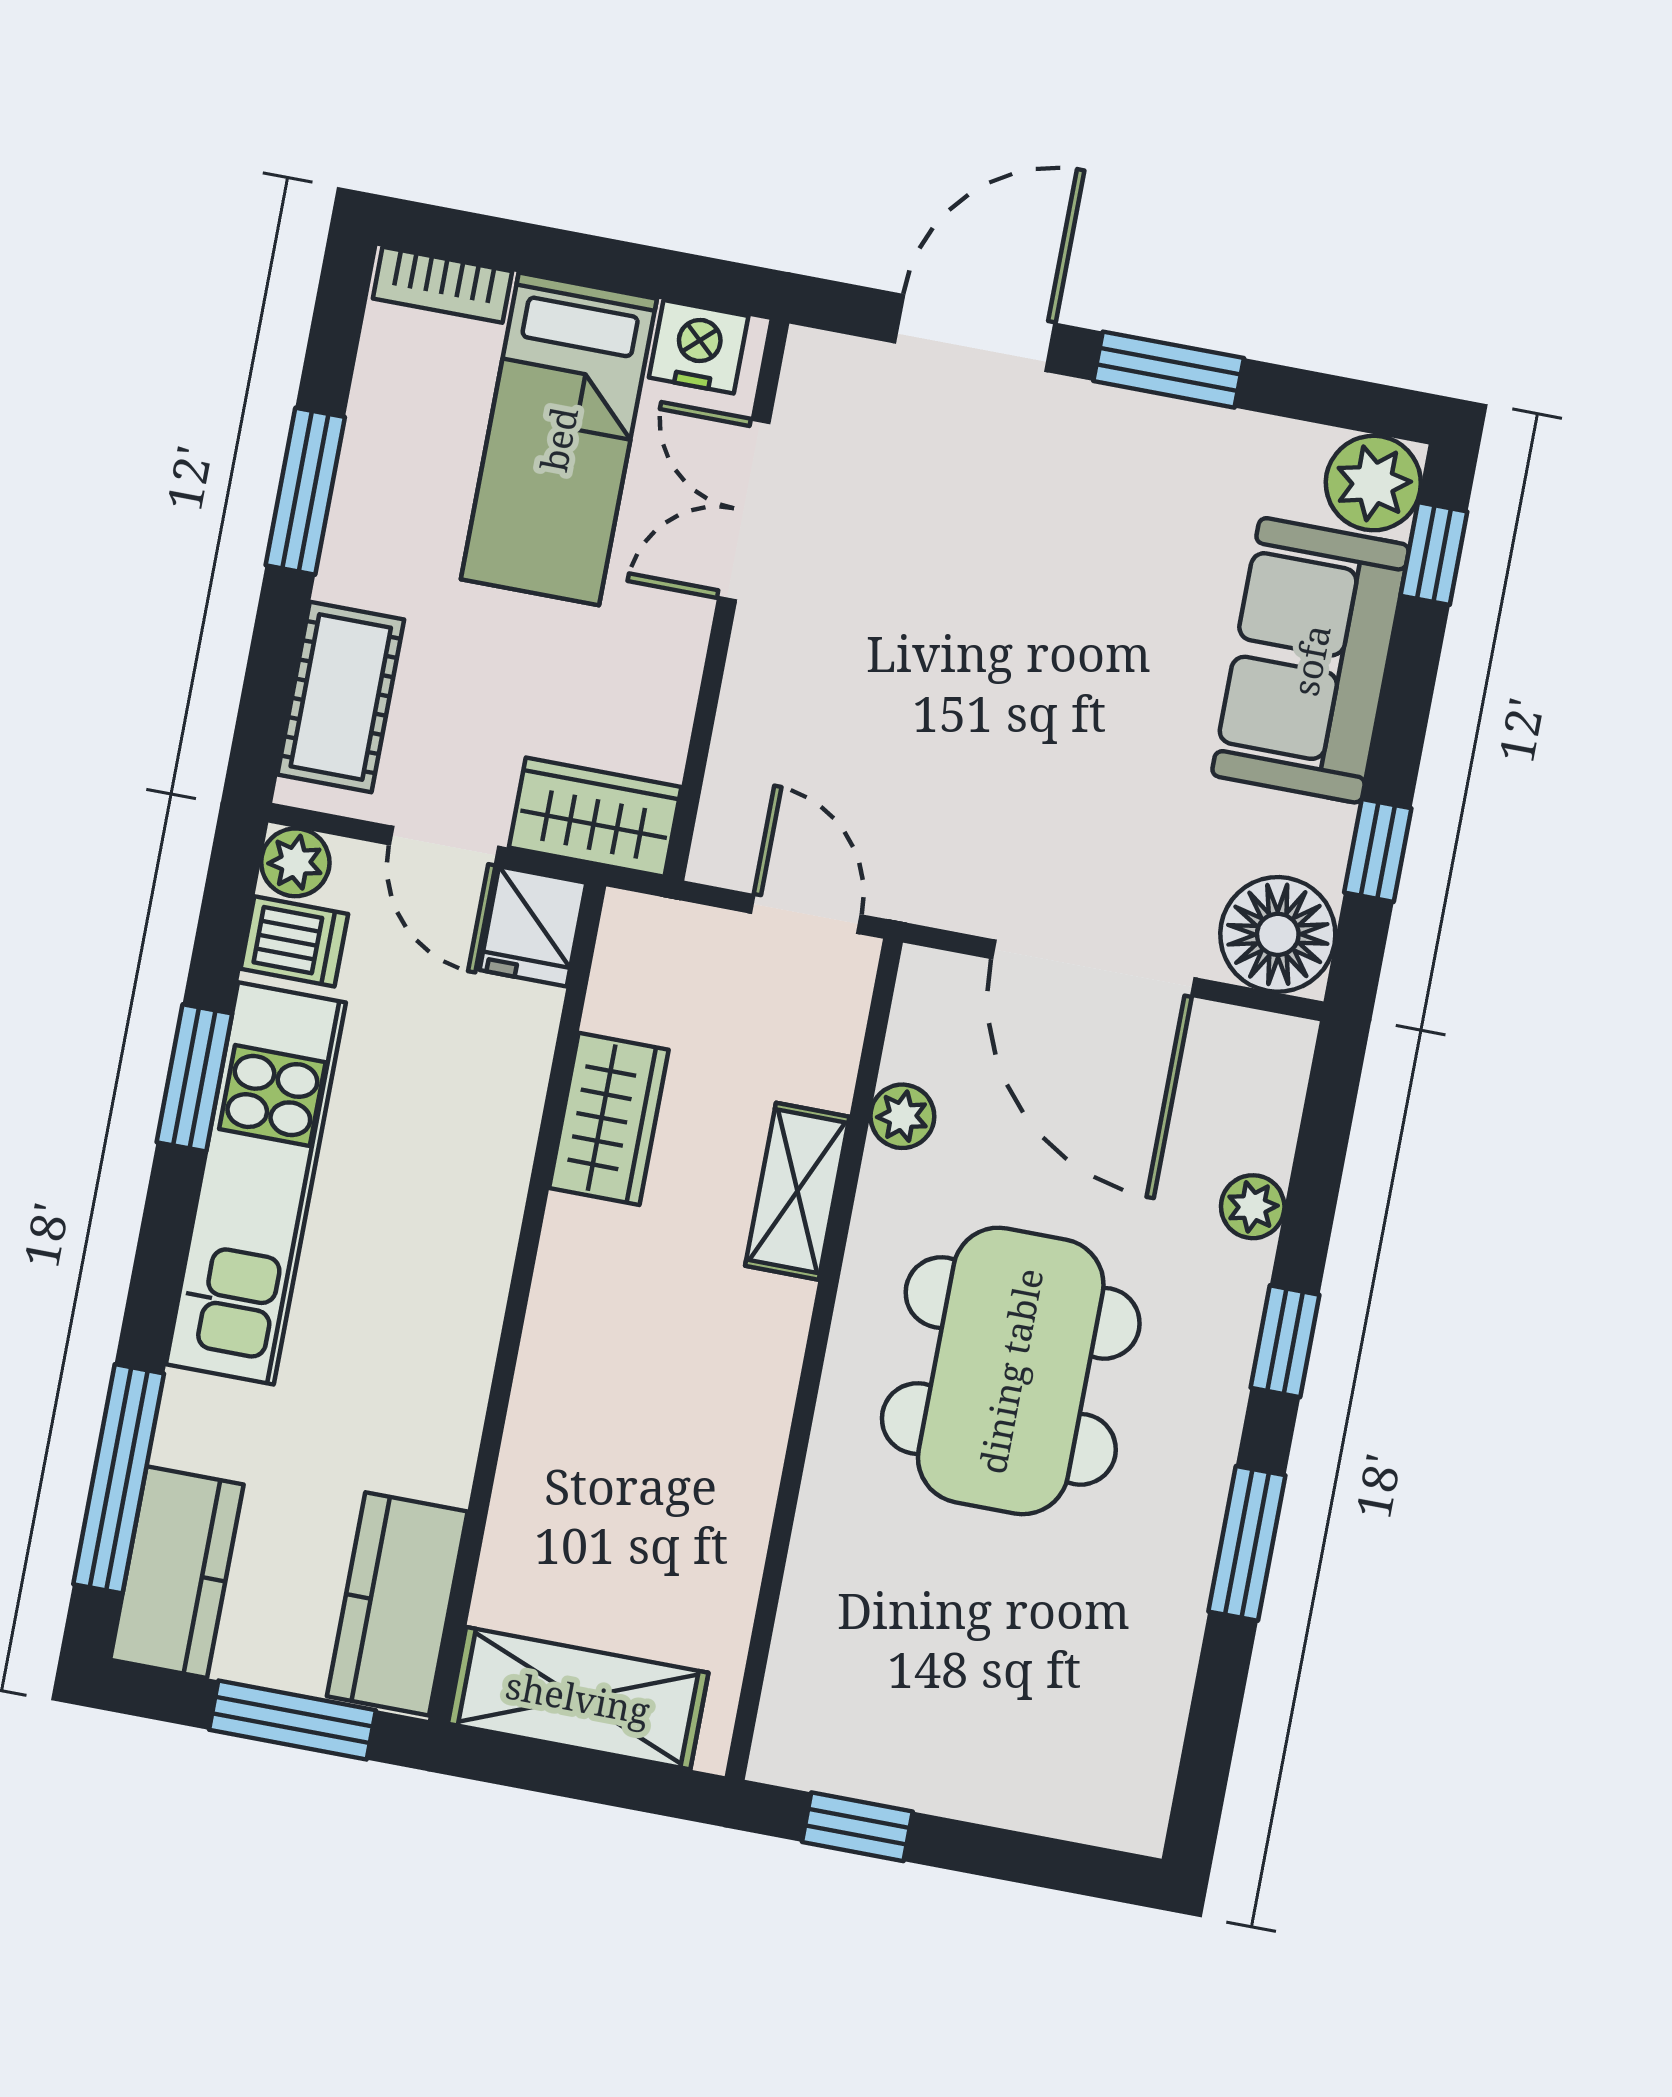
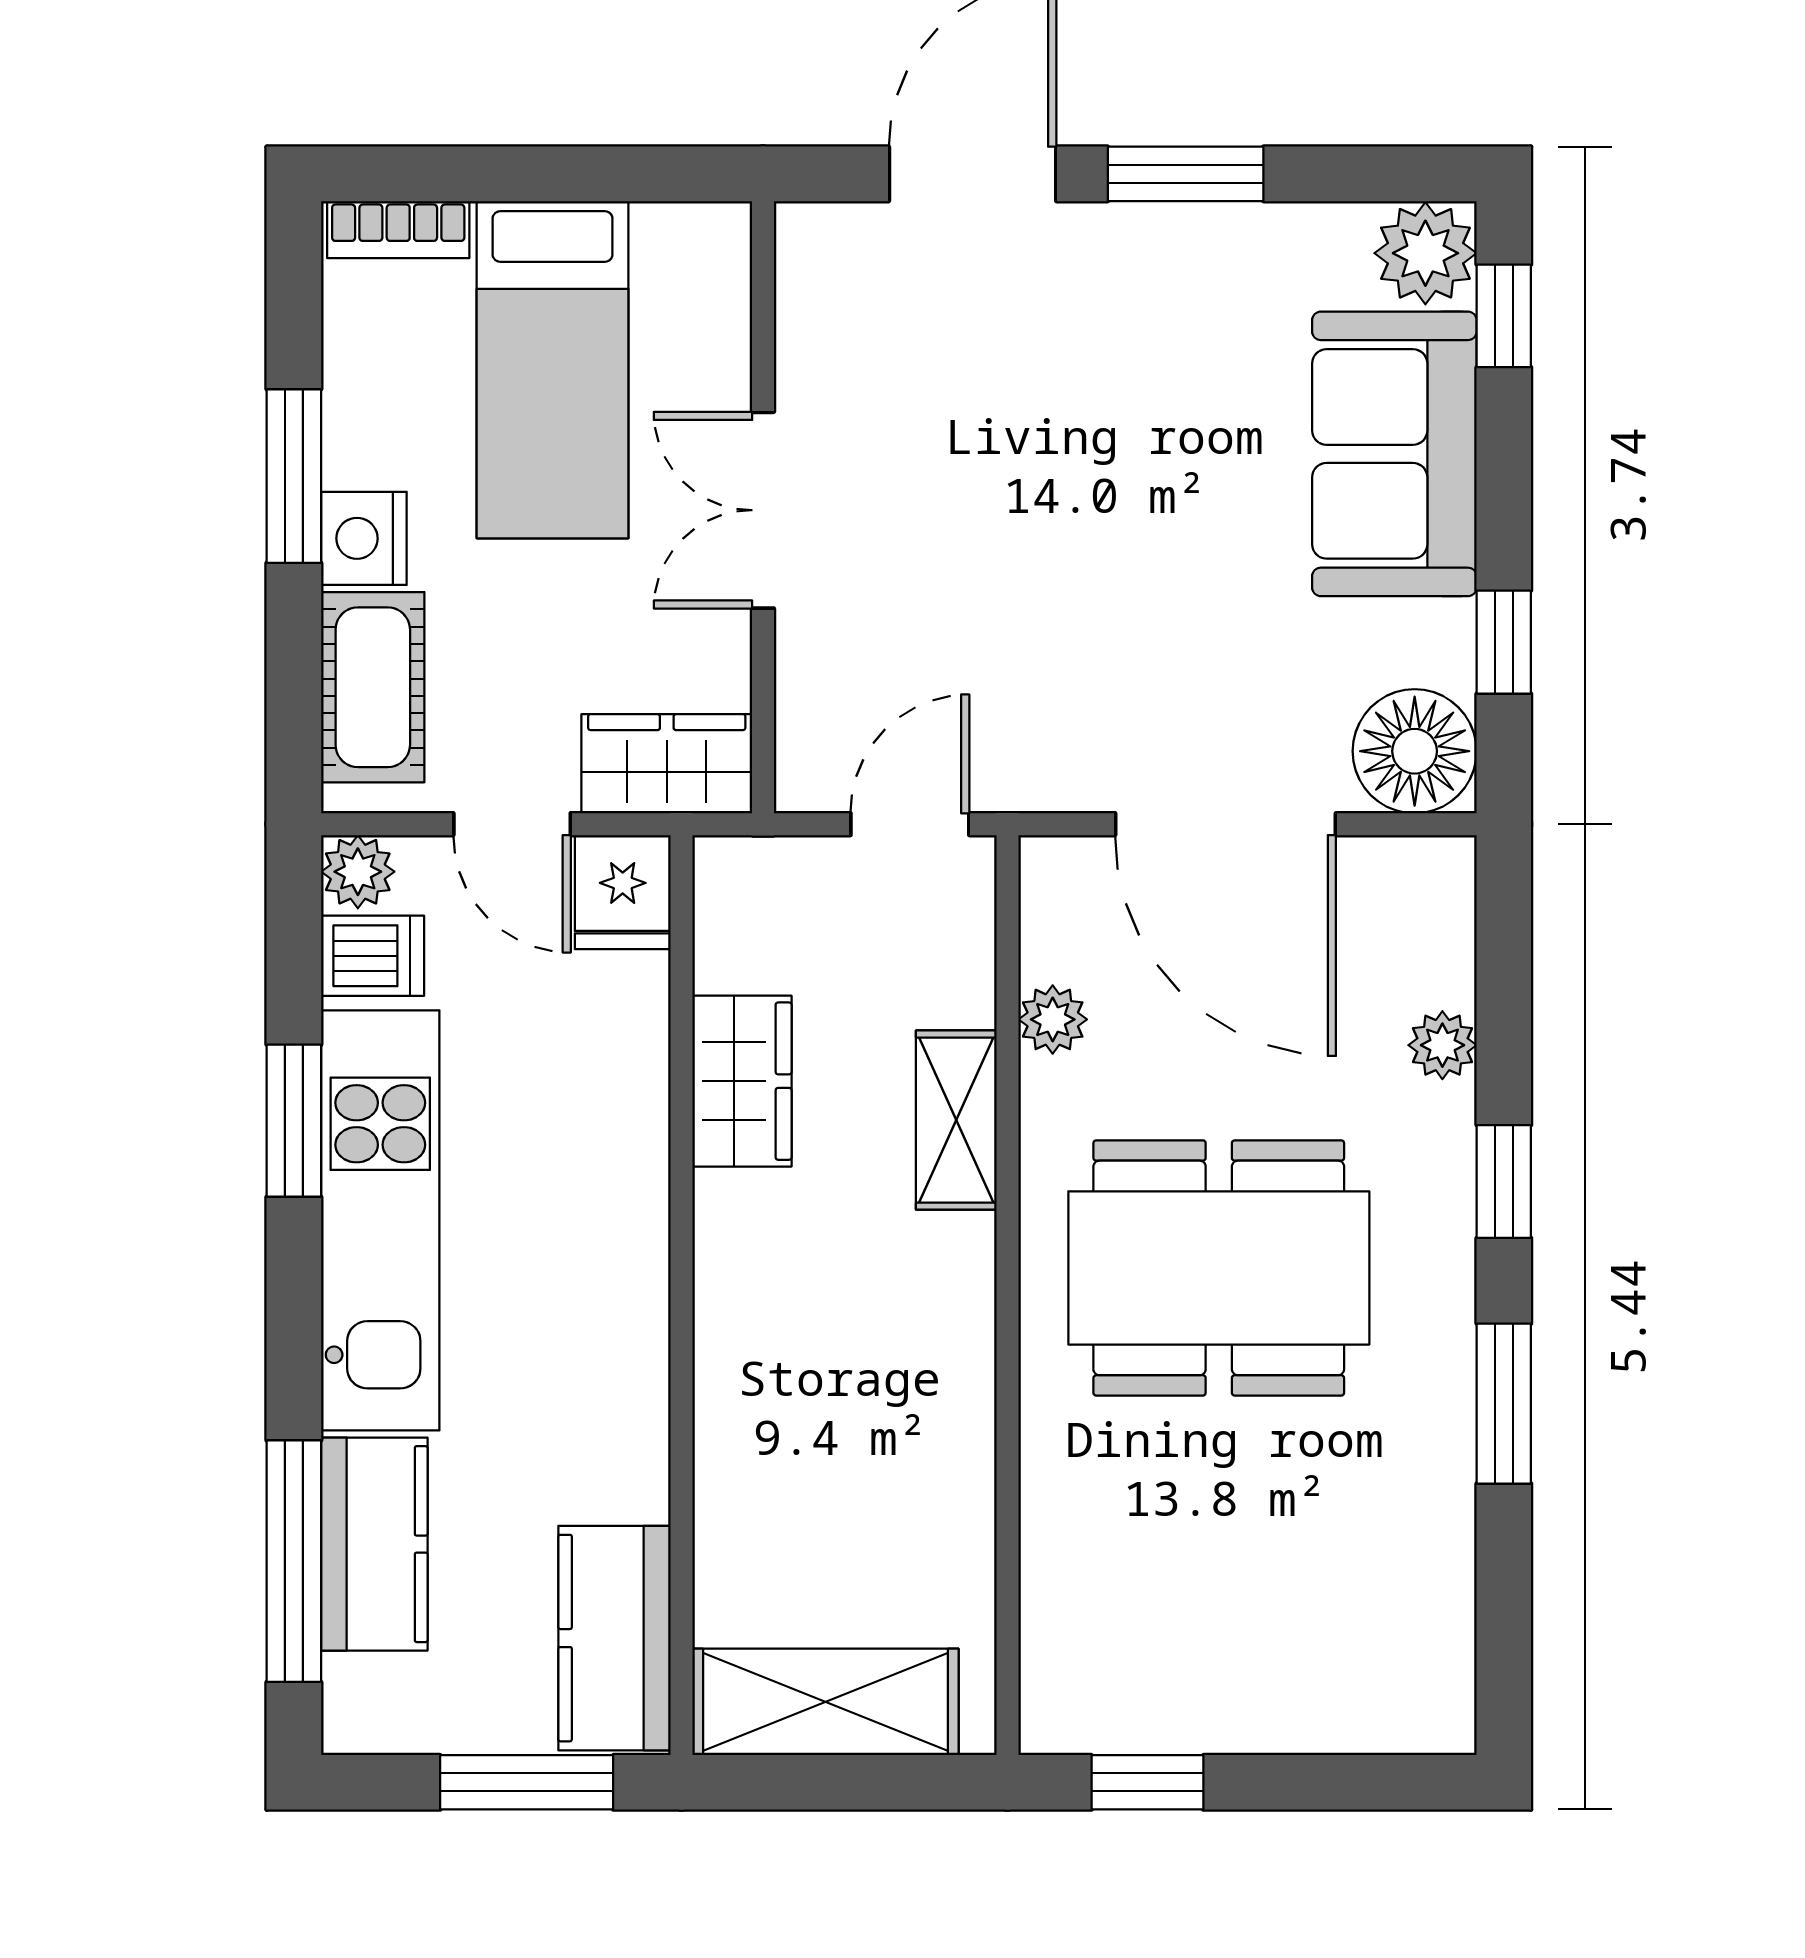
nightstand: (699, 347) -> (364, 538), moved, turned -90
double door: (744, 510) -> (763, 510), moved
door: (806, 914) -> (910, 824), hinge flipped
dining table: (1011, 1371) -> (1219, 1268), turned 90
kitchen counter: (177, 1572) -> (374, 1544), moved

